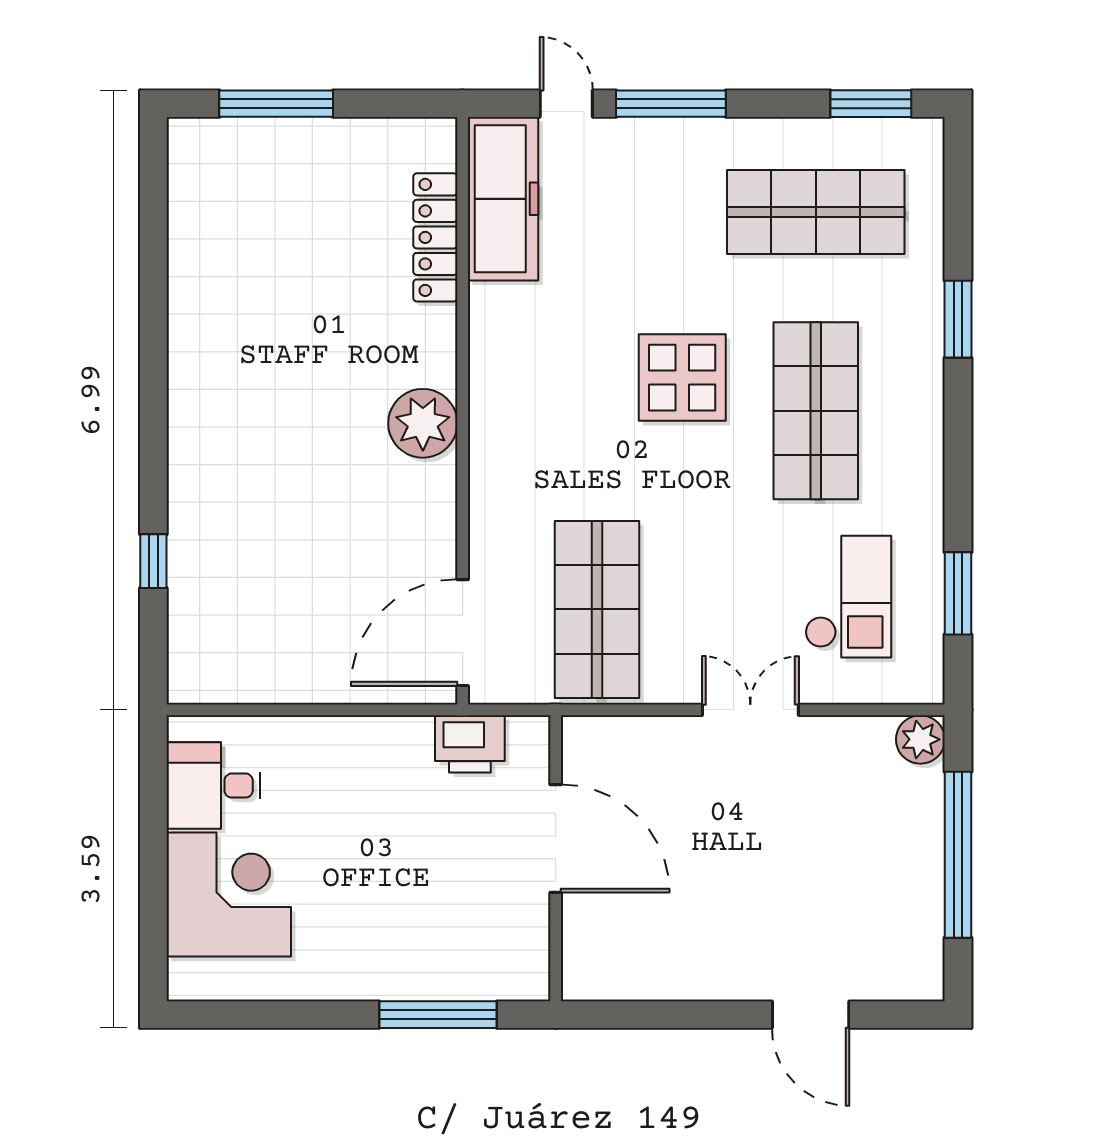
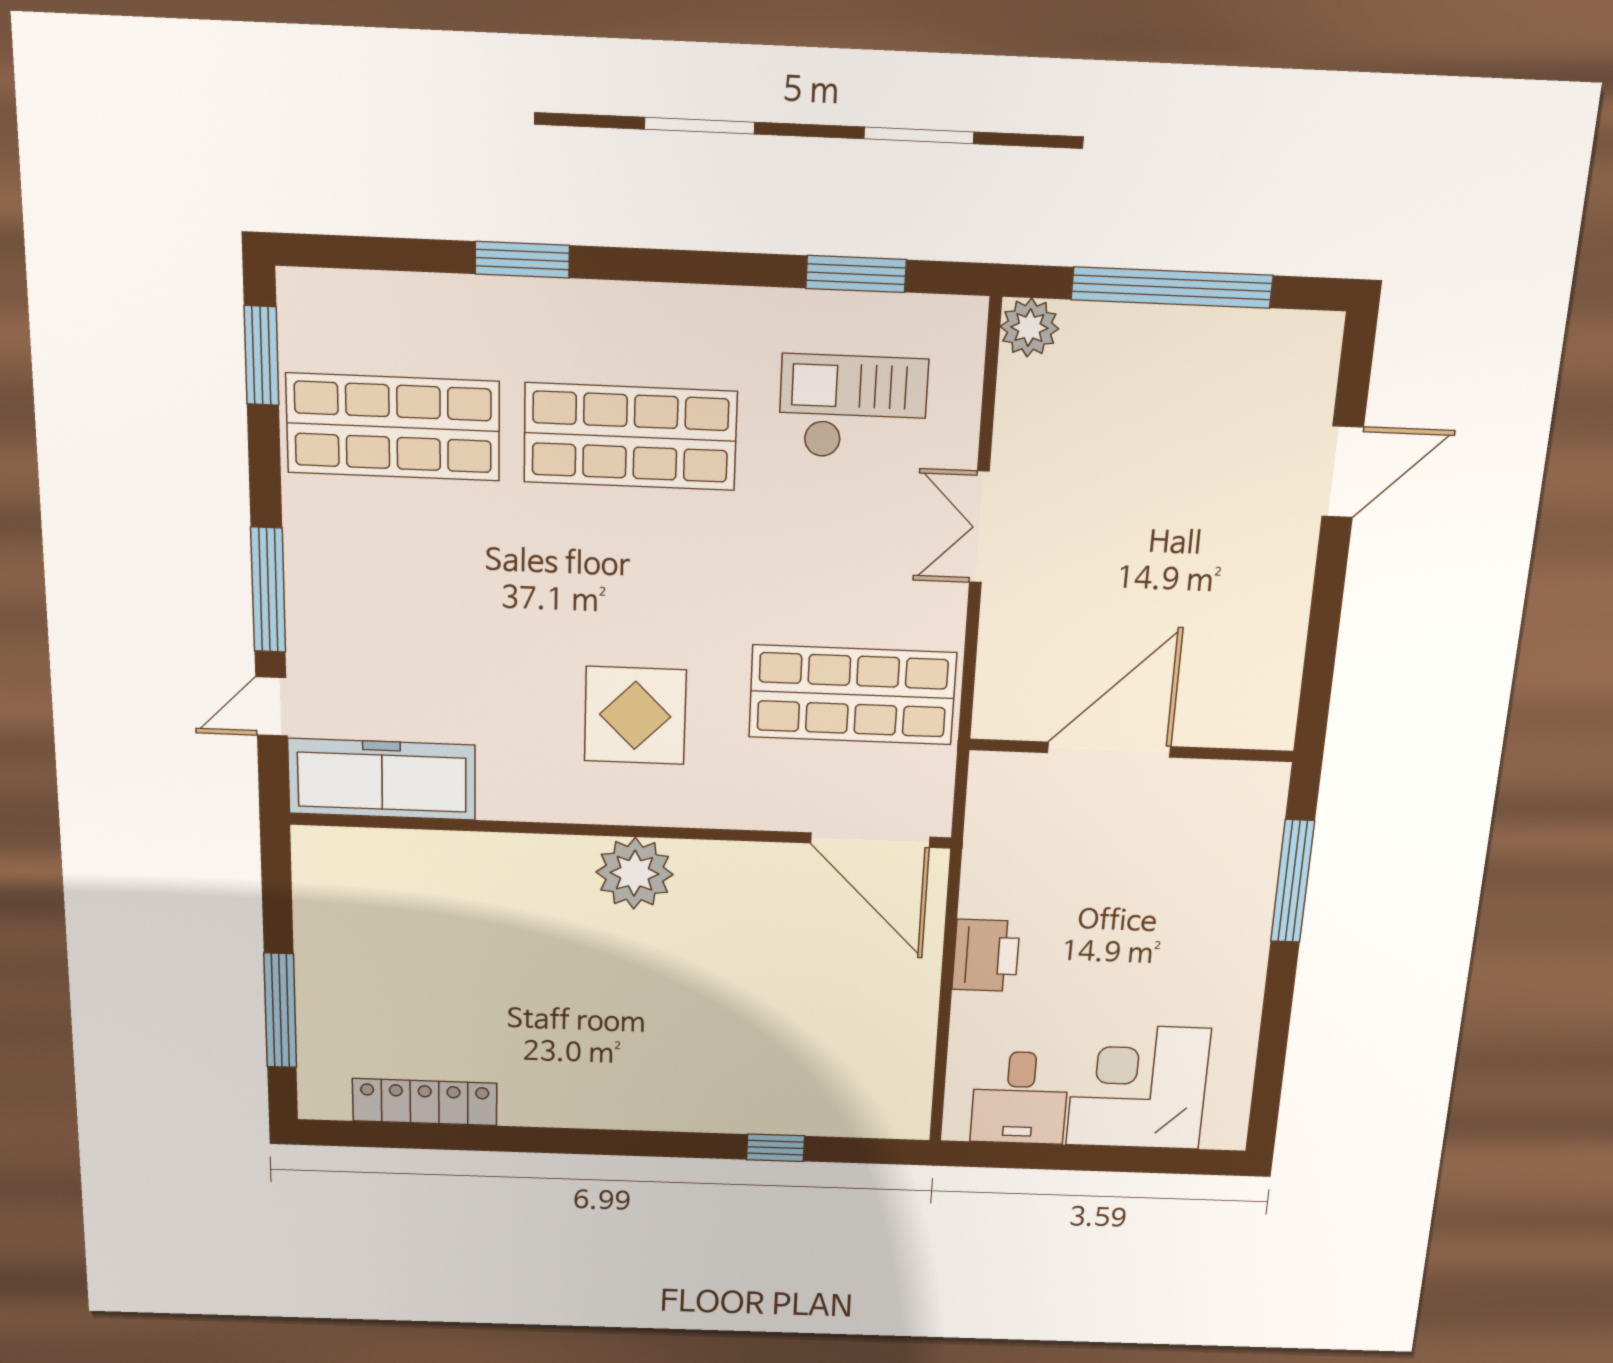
shop shelf: (816, 212) -> (393, 427), turned 90
locker: (435, 237) -> (425, 1102), moved, turned 180
display table: (682, 378) -> (635, 715), moved
printer: (470, 744) -> (986, 955), moved

